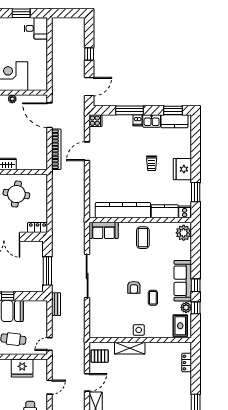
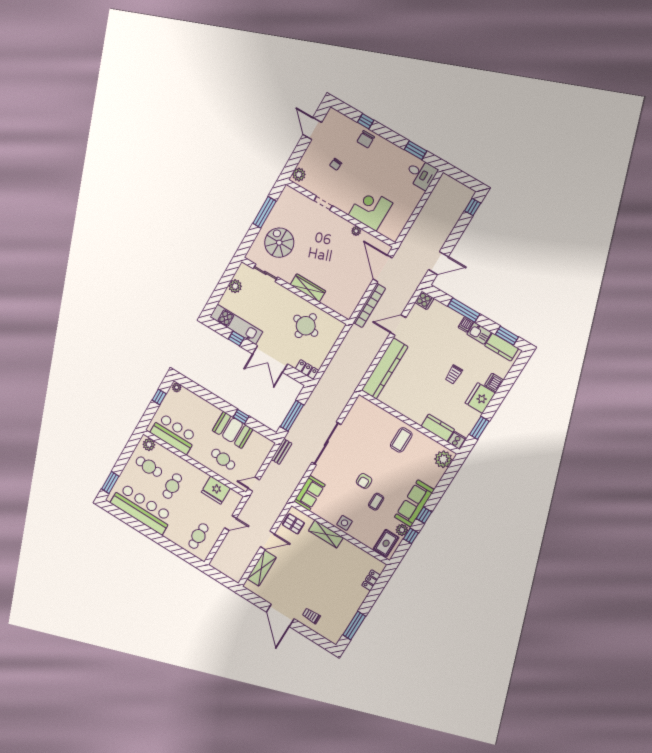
window: (89, 54) -> (473, 207), moved
dishwasher: (185, 151) -> (494, 383), added
kitchen counter: (123, 210) -> (385, 368), moved, turned 90
sofa: (104, 230) -> (310, 493), moved, turned -90

